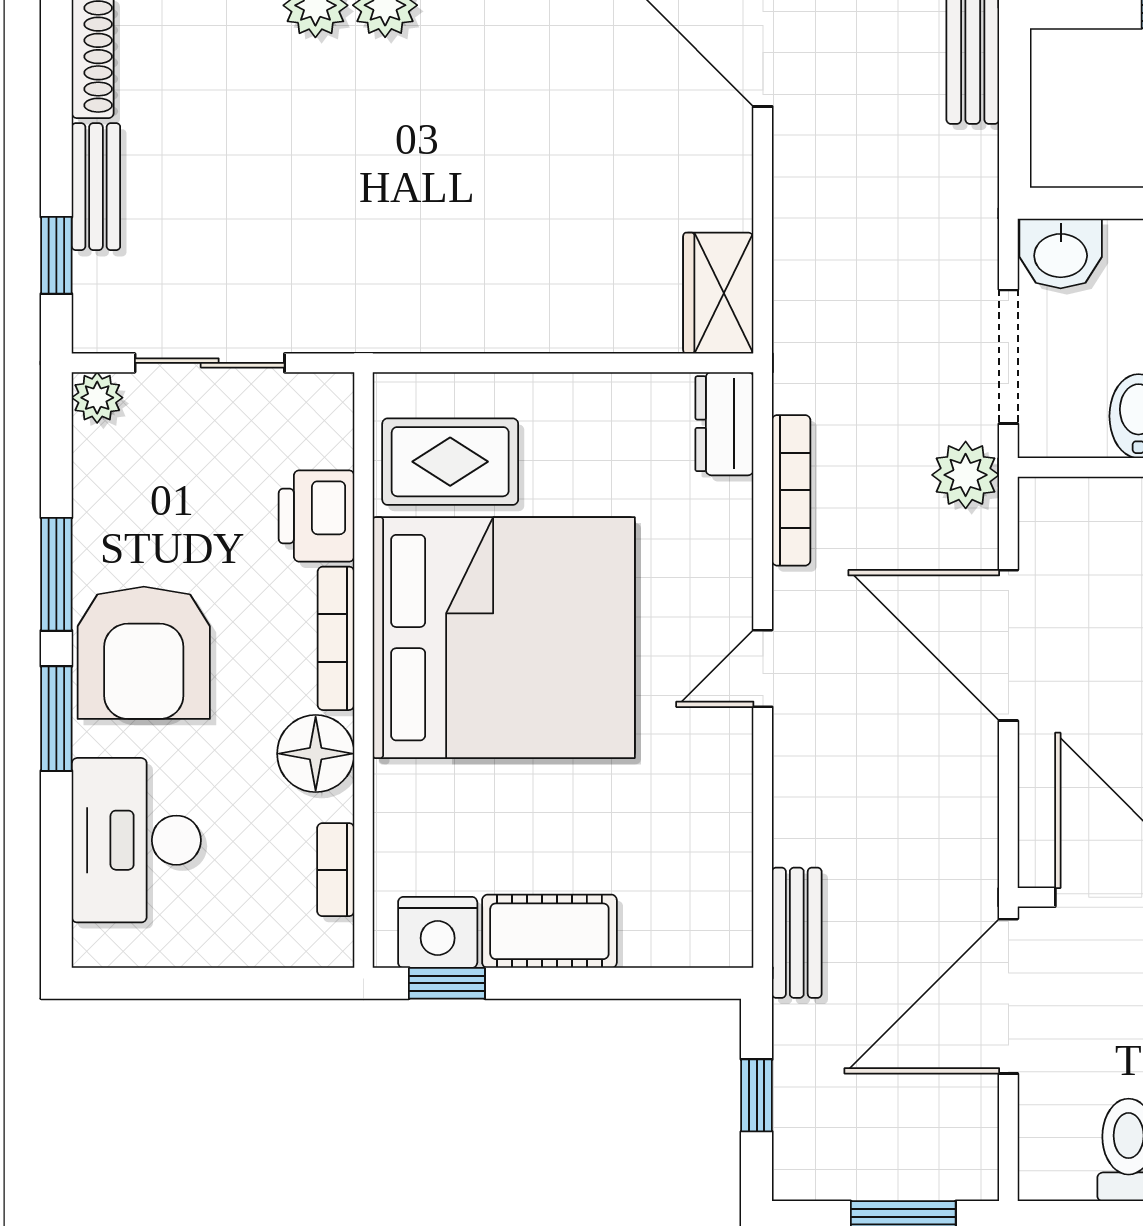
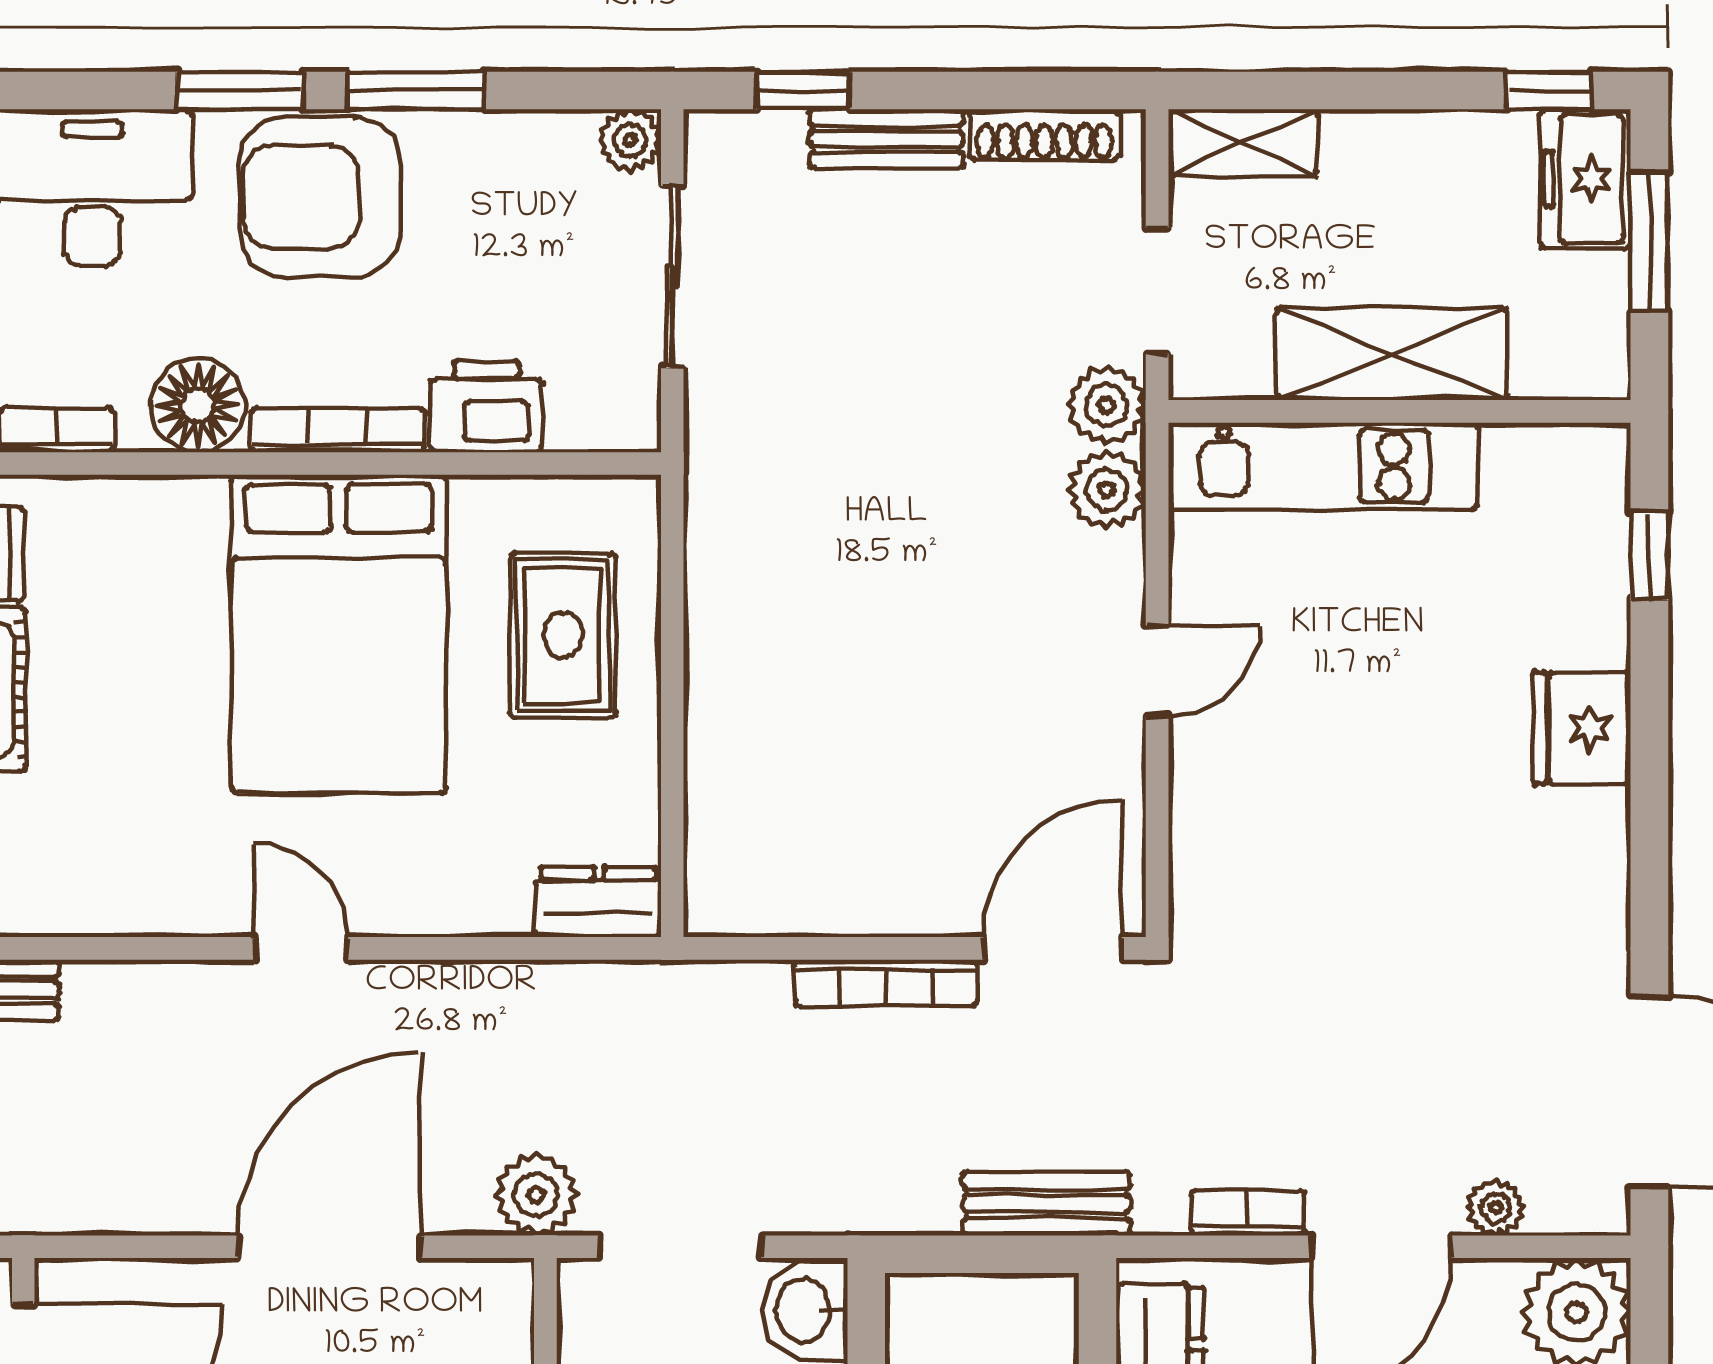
wardrobe: (718, 293) -> (757, 895), removed
rug: (450, 462) -> (563, 635), moved
bookcase: (791, 490) -> (886, 983), moved
bed: (504, 638) -> (339, 634), width x0.73

